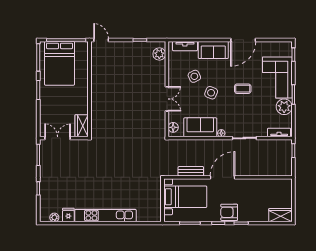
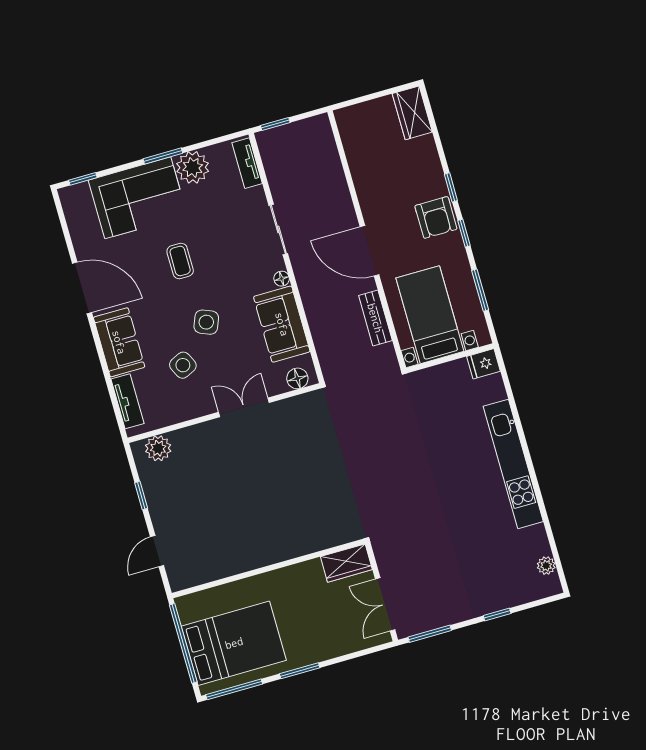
door: (101, 40) -> (157, 551), moved
fridge: (68, 215) -> (484, 364), moved

